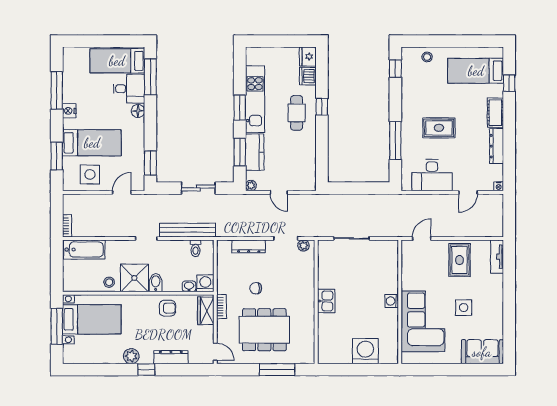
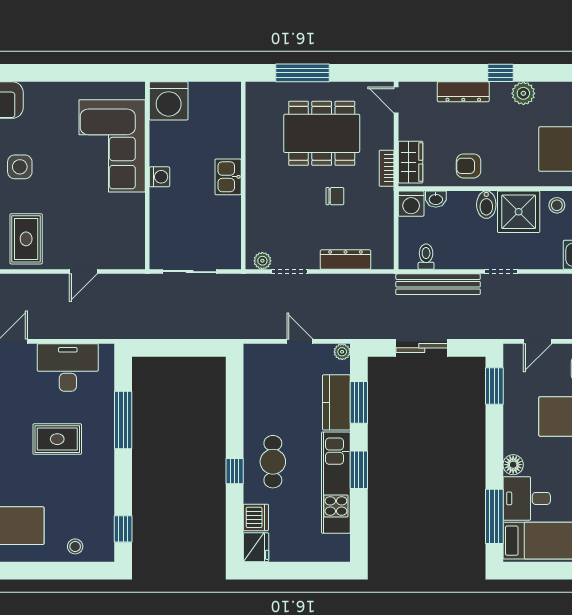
washing machine: (392, 301) -> (159, 177), moved
wall: (400, 302) -> (147, 176), moved
corner sofa: (423, 321) -> (112, 146), moved

